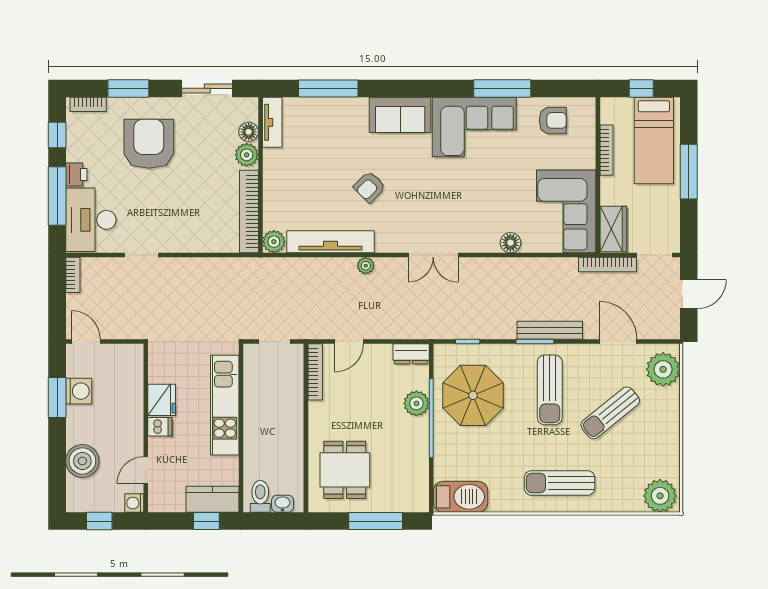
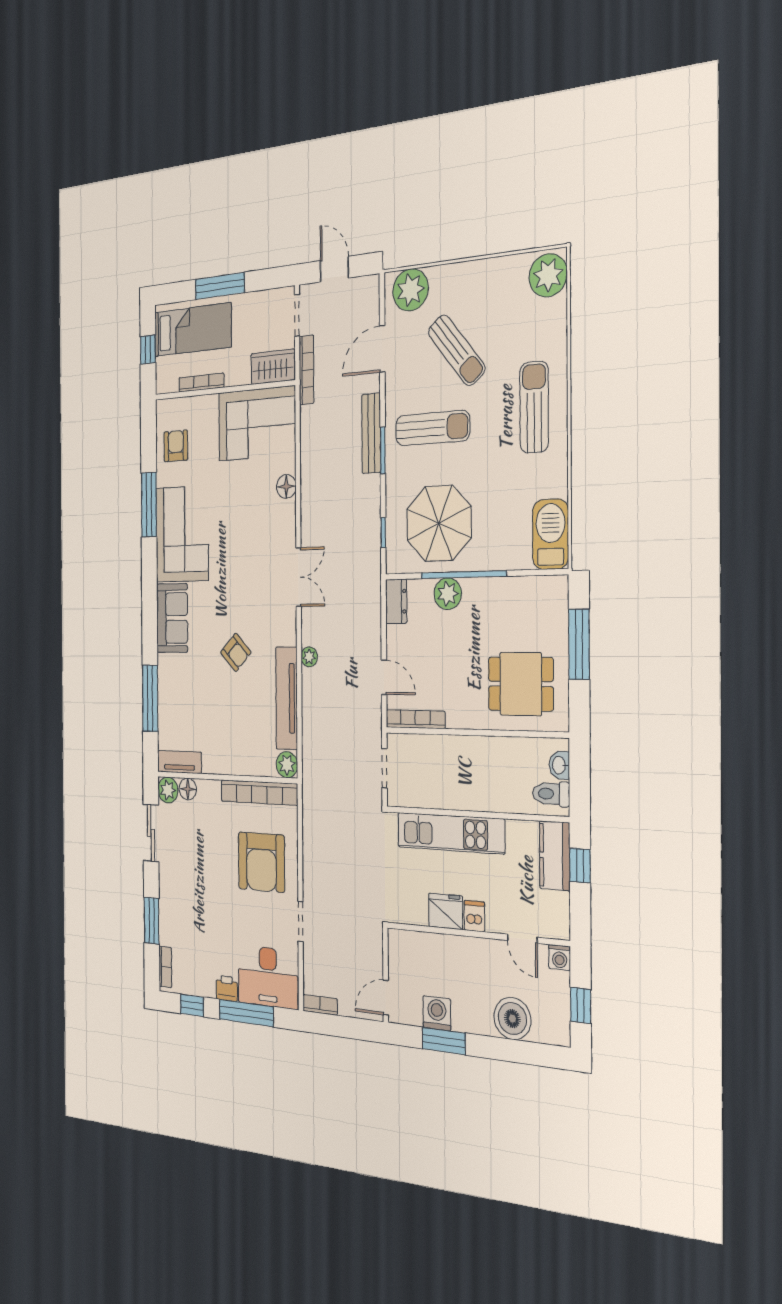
armchair: (149, 144) -> (261, 862), moved, turned -90
plant: (247, 155) -> (168, 790), moved
sun lounger: (560, 483) -> (534, 407), turned 180

